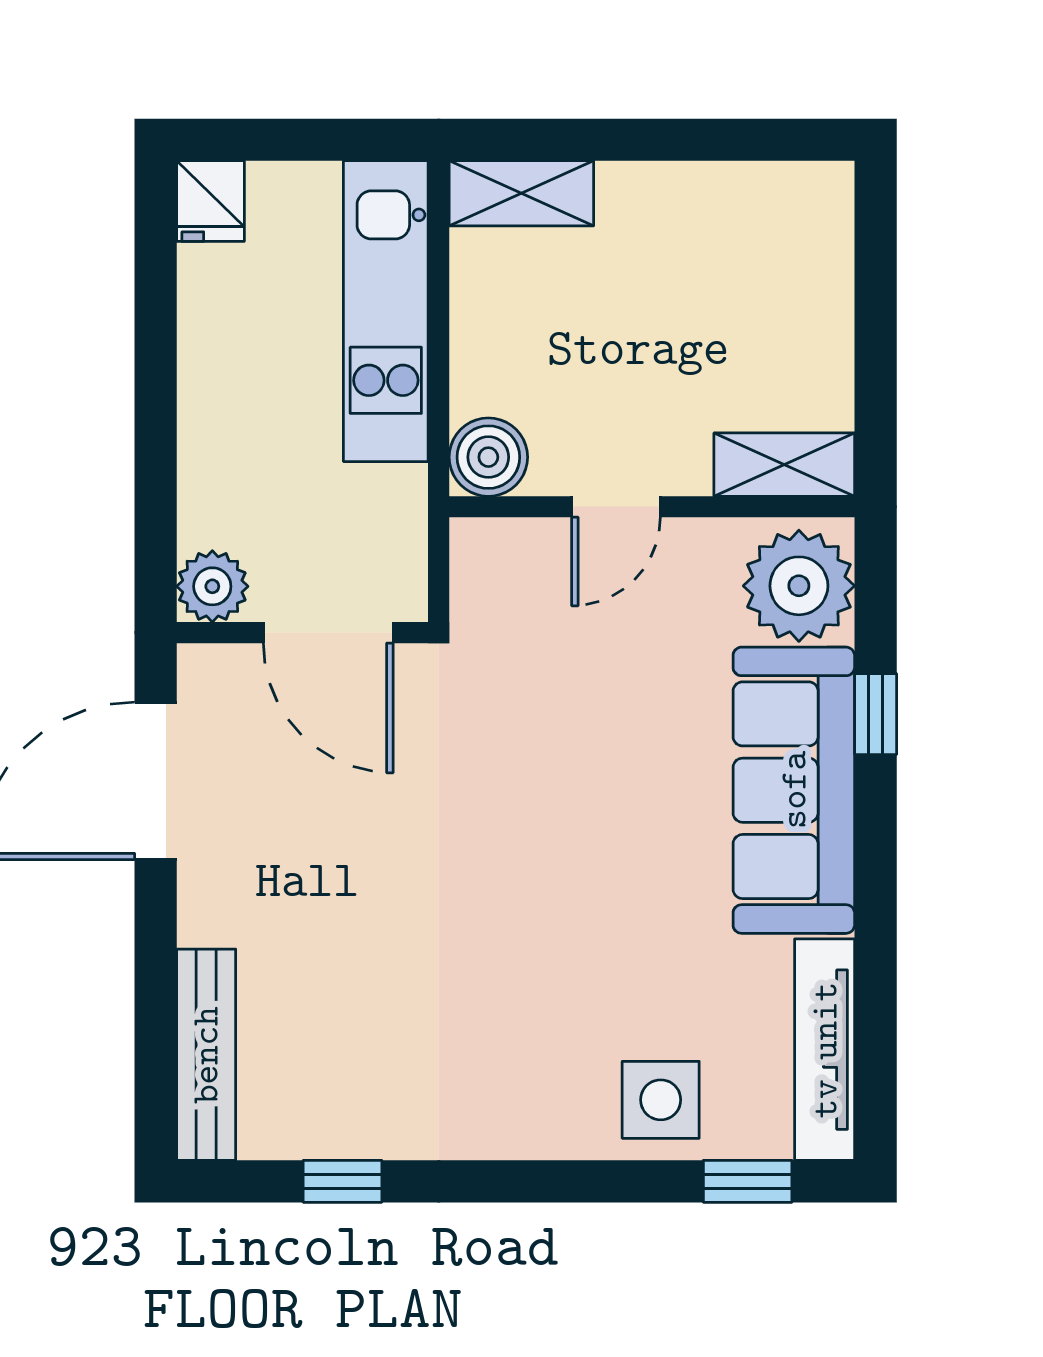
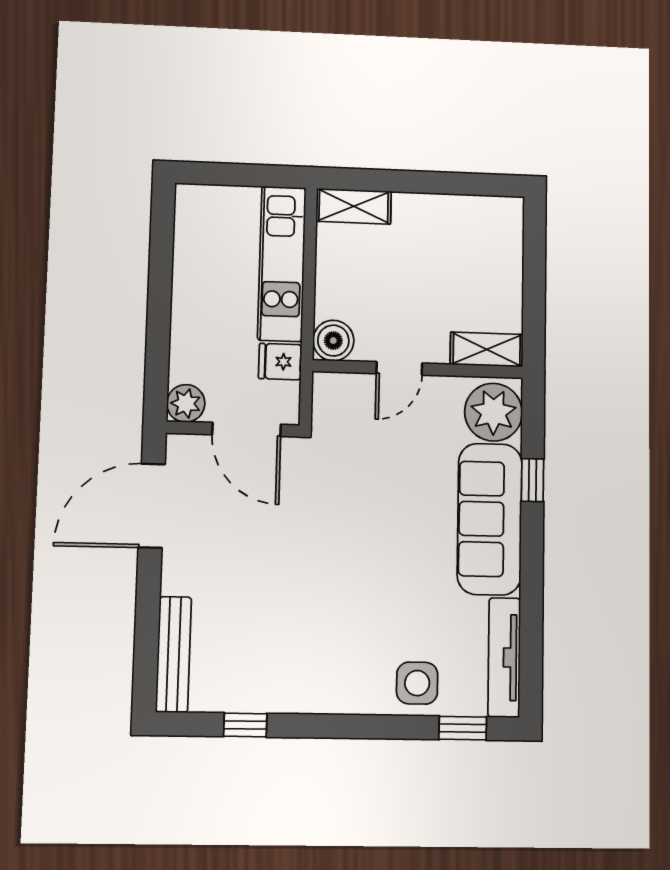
fridge: (210, 201) -> (280, 362), moved, turned 90

